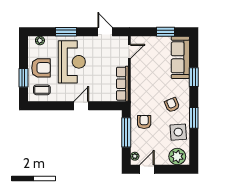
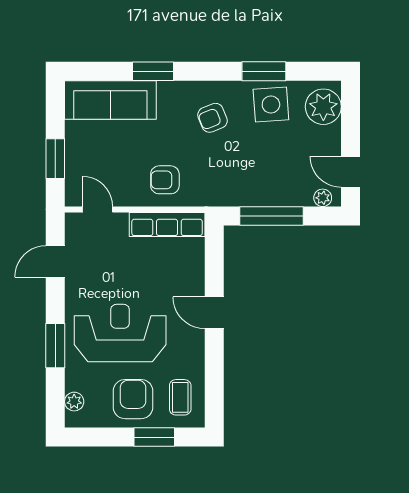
window: (166, 32) -> (55, 159), moved
window: (194, 118) -> (264, 71), moved
armchair: (144, 122) -> (165, 180), moved

